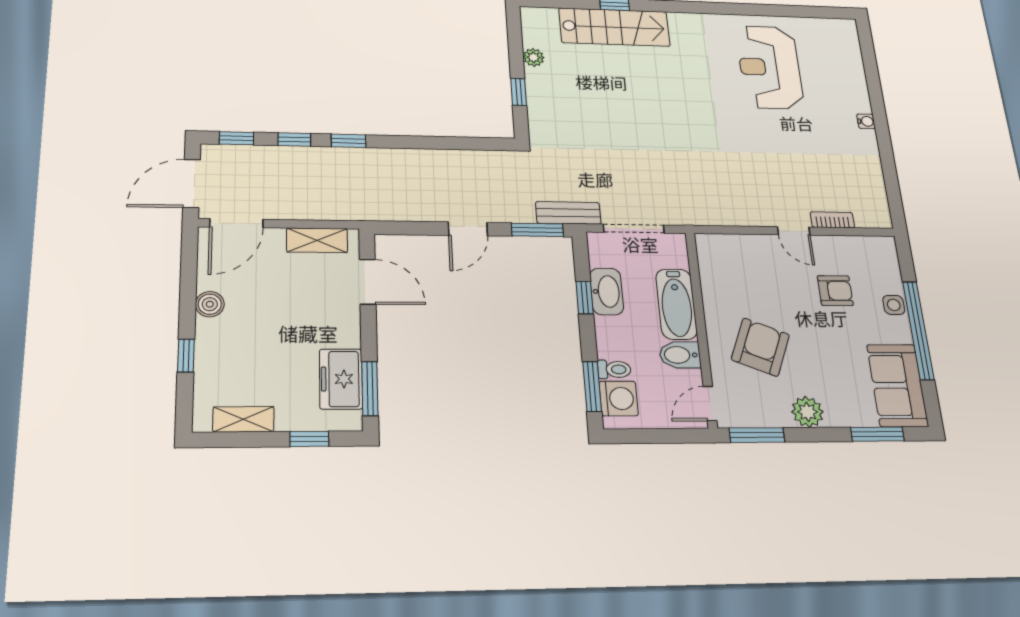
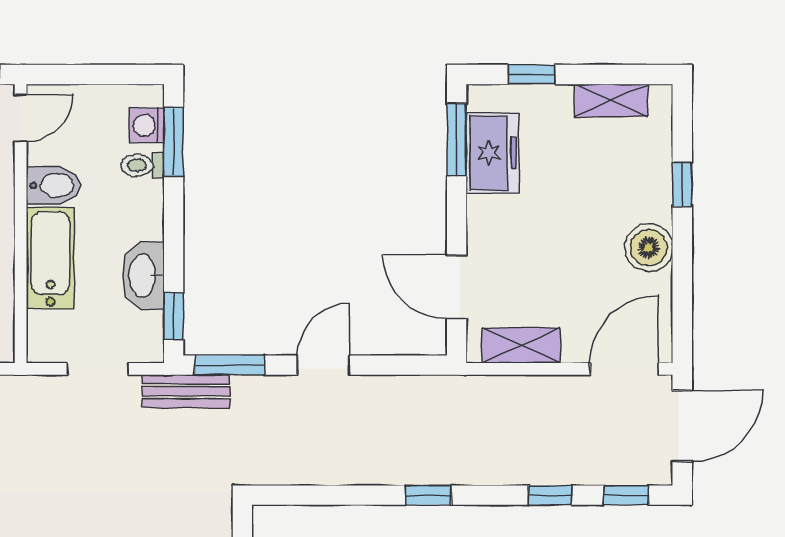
window: (348, 141) -> (428, 495), moved
doorway: (634, 229) -> (98, 369), width x0.73
window: (585, 298) -> (174, 316), moved
boiler: (210, 304) -> (649, 248), width x1.36, depth x1.36
washing machine: (619, 398) -> (147, 125), width x0.73, depth x0.73

